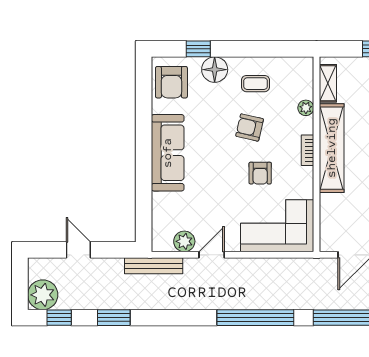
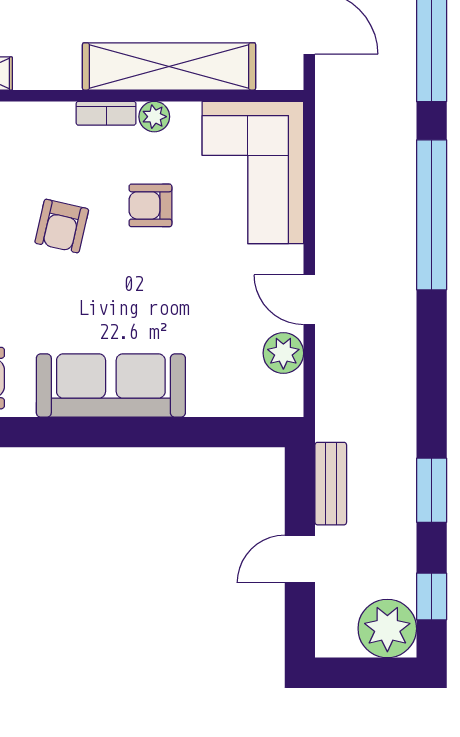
plant: (306, 108) -> (154, 117), moved
shelving: (332, 148) -> (169, 66), moved
armchair: (260, 173) -> (150, 205), turned 180
bench: (154, 266) -> (331, 484), moved, width x0.73

